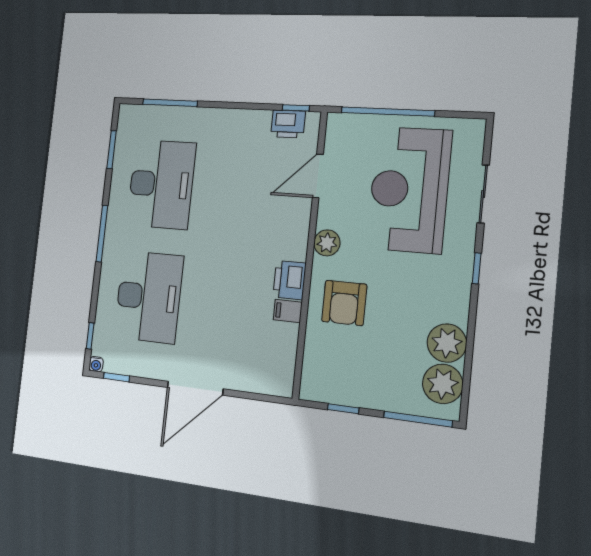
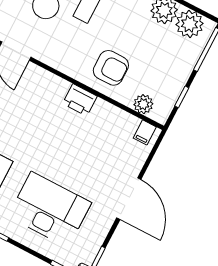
plant: (327, 243) -> (143, 104), moved
filing cabinet: (288, 311) -> (145, 132), moved

